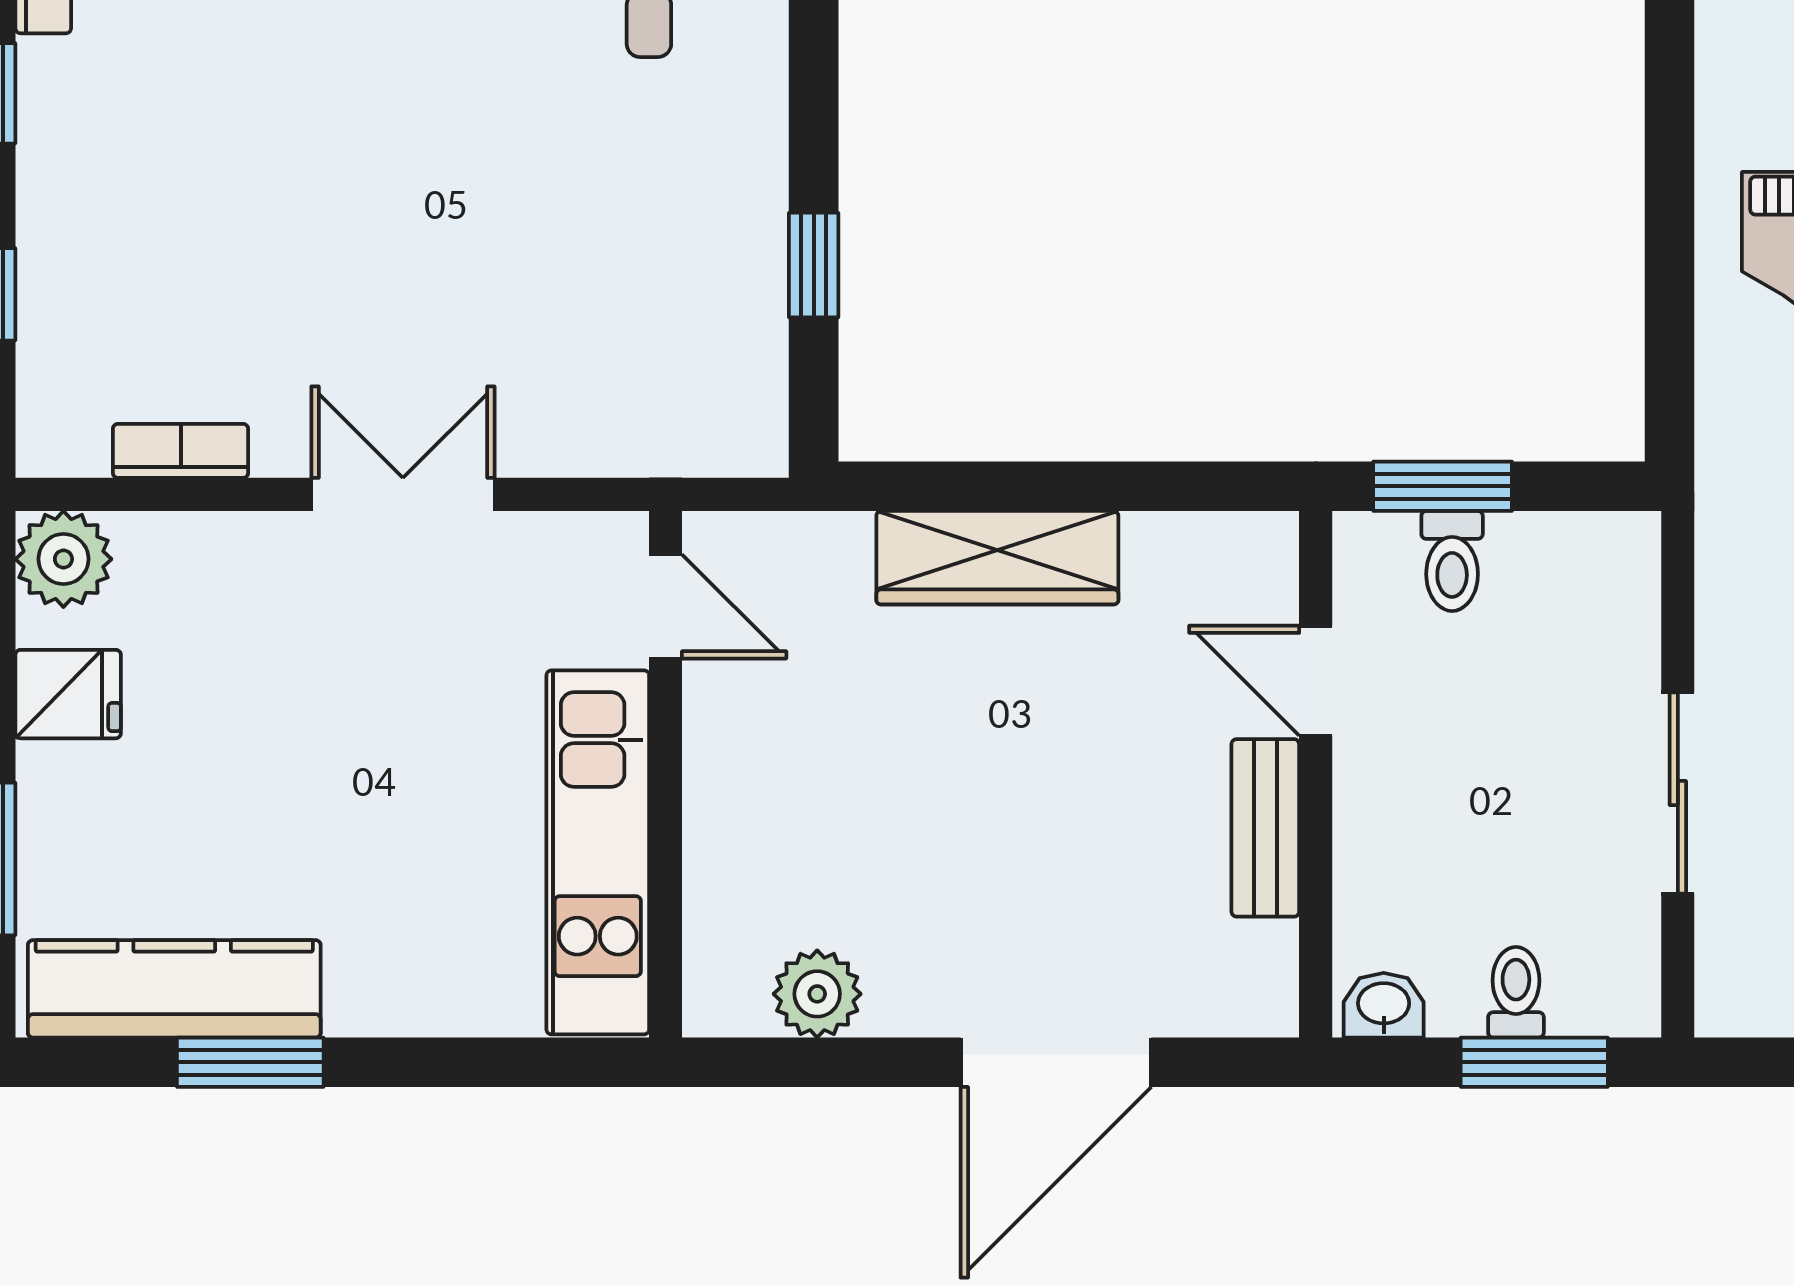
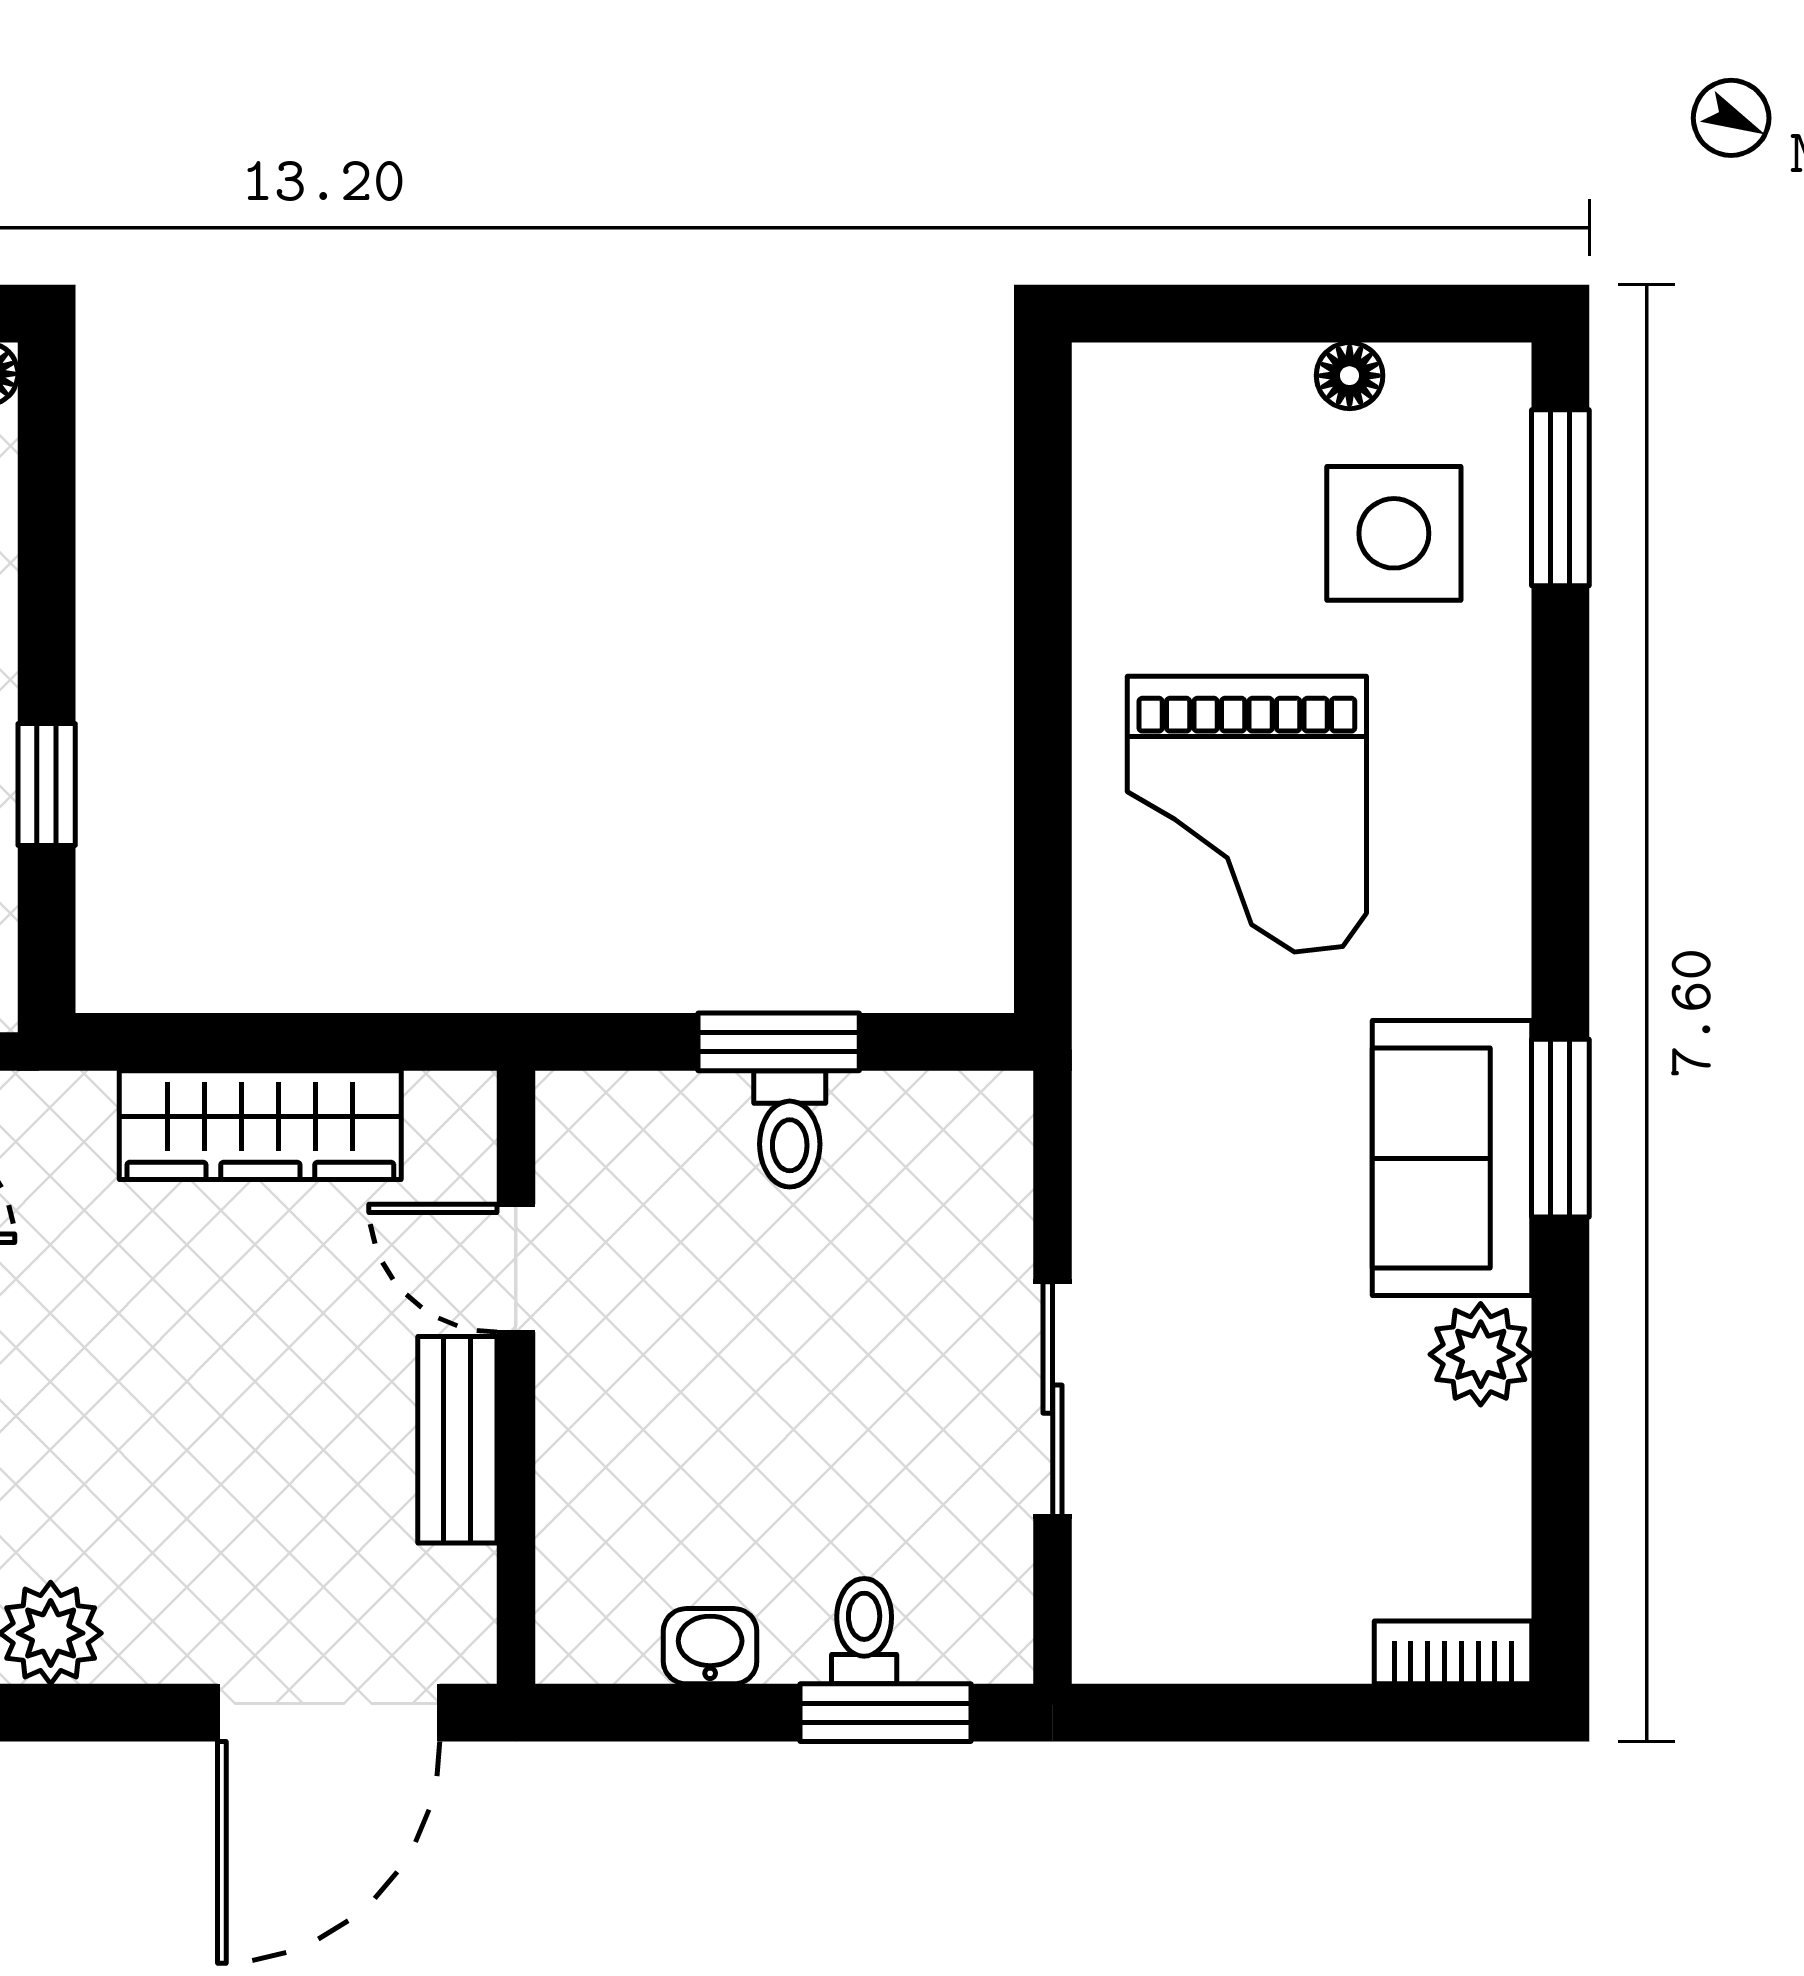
door: (1316, 681) -> (516, 1268), moved
wall: (1316, 774) -> (516, 1377), moved
bench: (1265, 828) -> (457, 1440), moved

